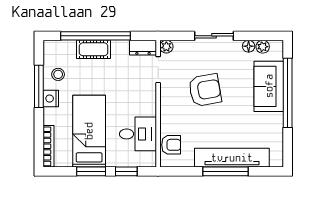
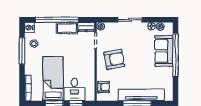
cot: (93, 49) -> (67, 28), moved
armchair: (205, 90) -> (114, 59), moved
nightstand: (51, 99) -> (29, 28), moved
desk: (138, 134) -> (74, 89), moved, turned 90

